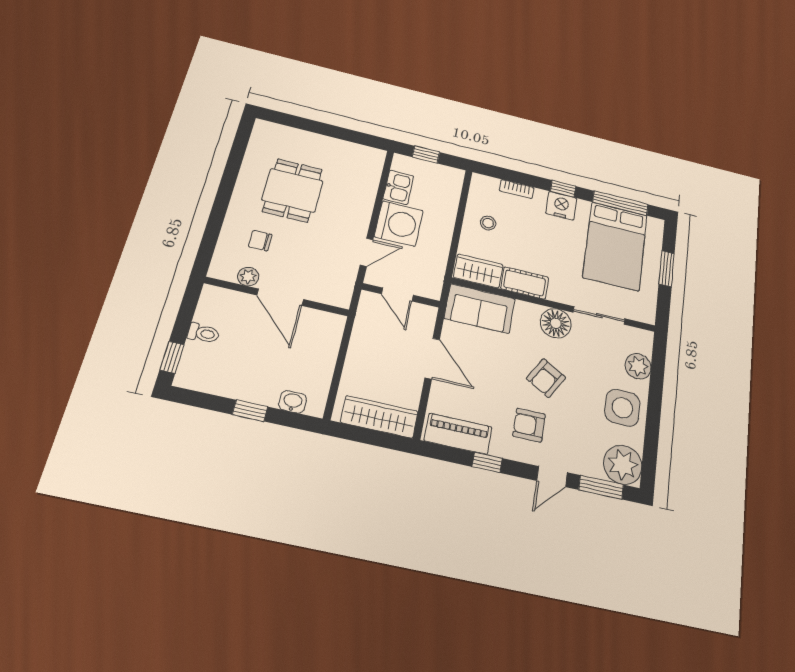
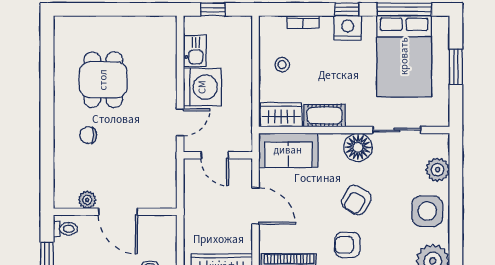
plant: (248, 277) -> (87, 200), moved
wall: (277, 297) -> (115, 212), moved
door: (280, 297) -> (118, 212), moved

